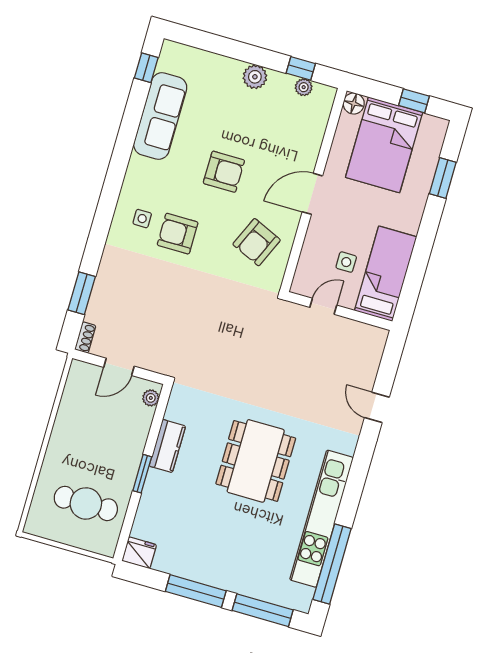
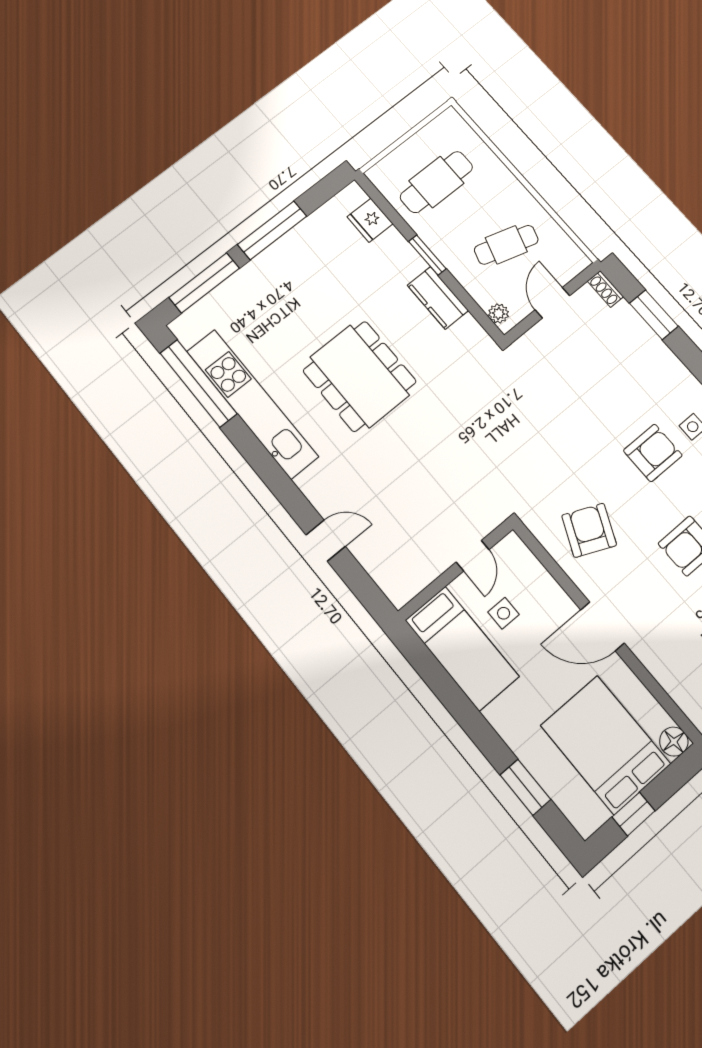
door: (312, 194) -> (602, 626), swing flipped
cafe table: (99, 425) -> (506, 245), added
fridge: (139, 553) -> (370, 220), moved, turned 90

